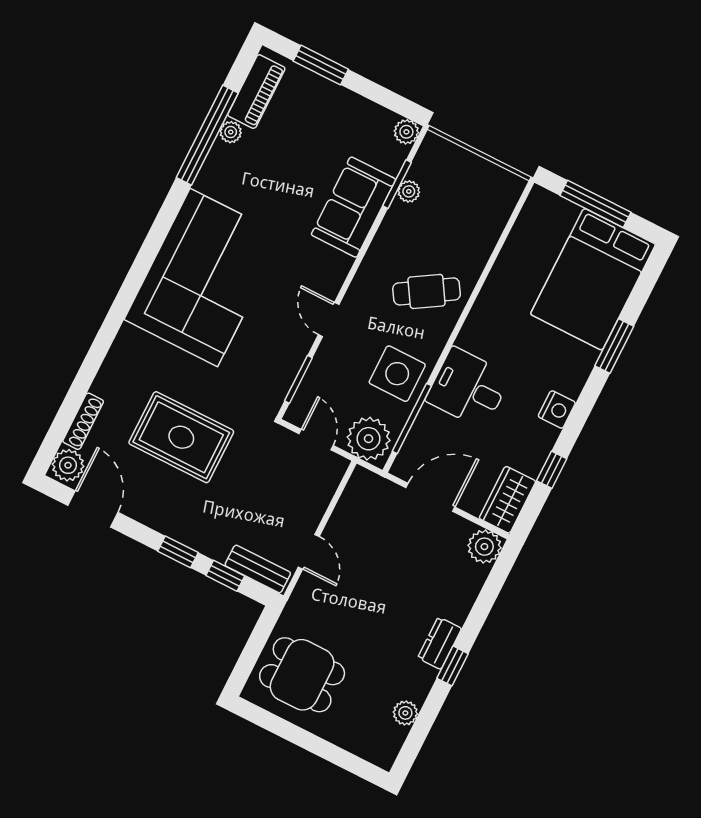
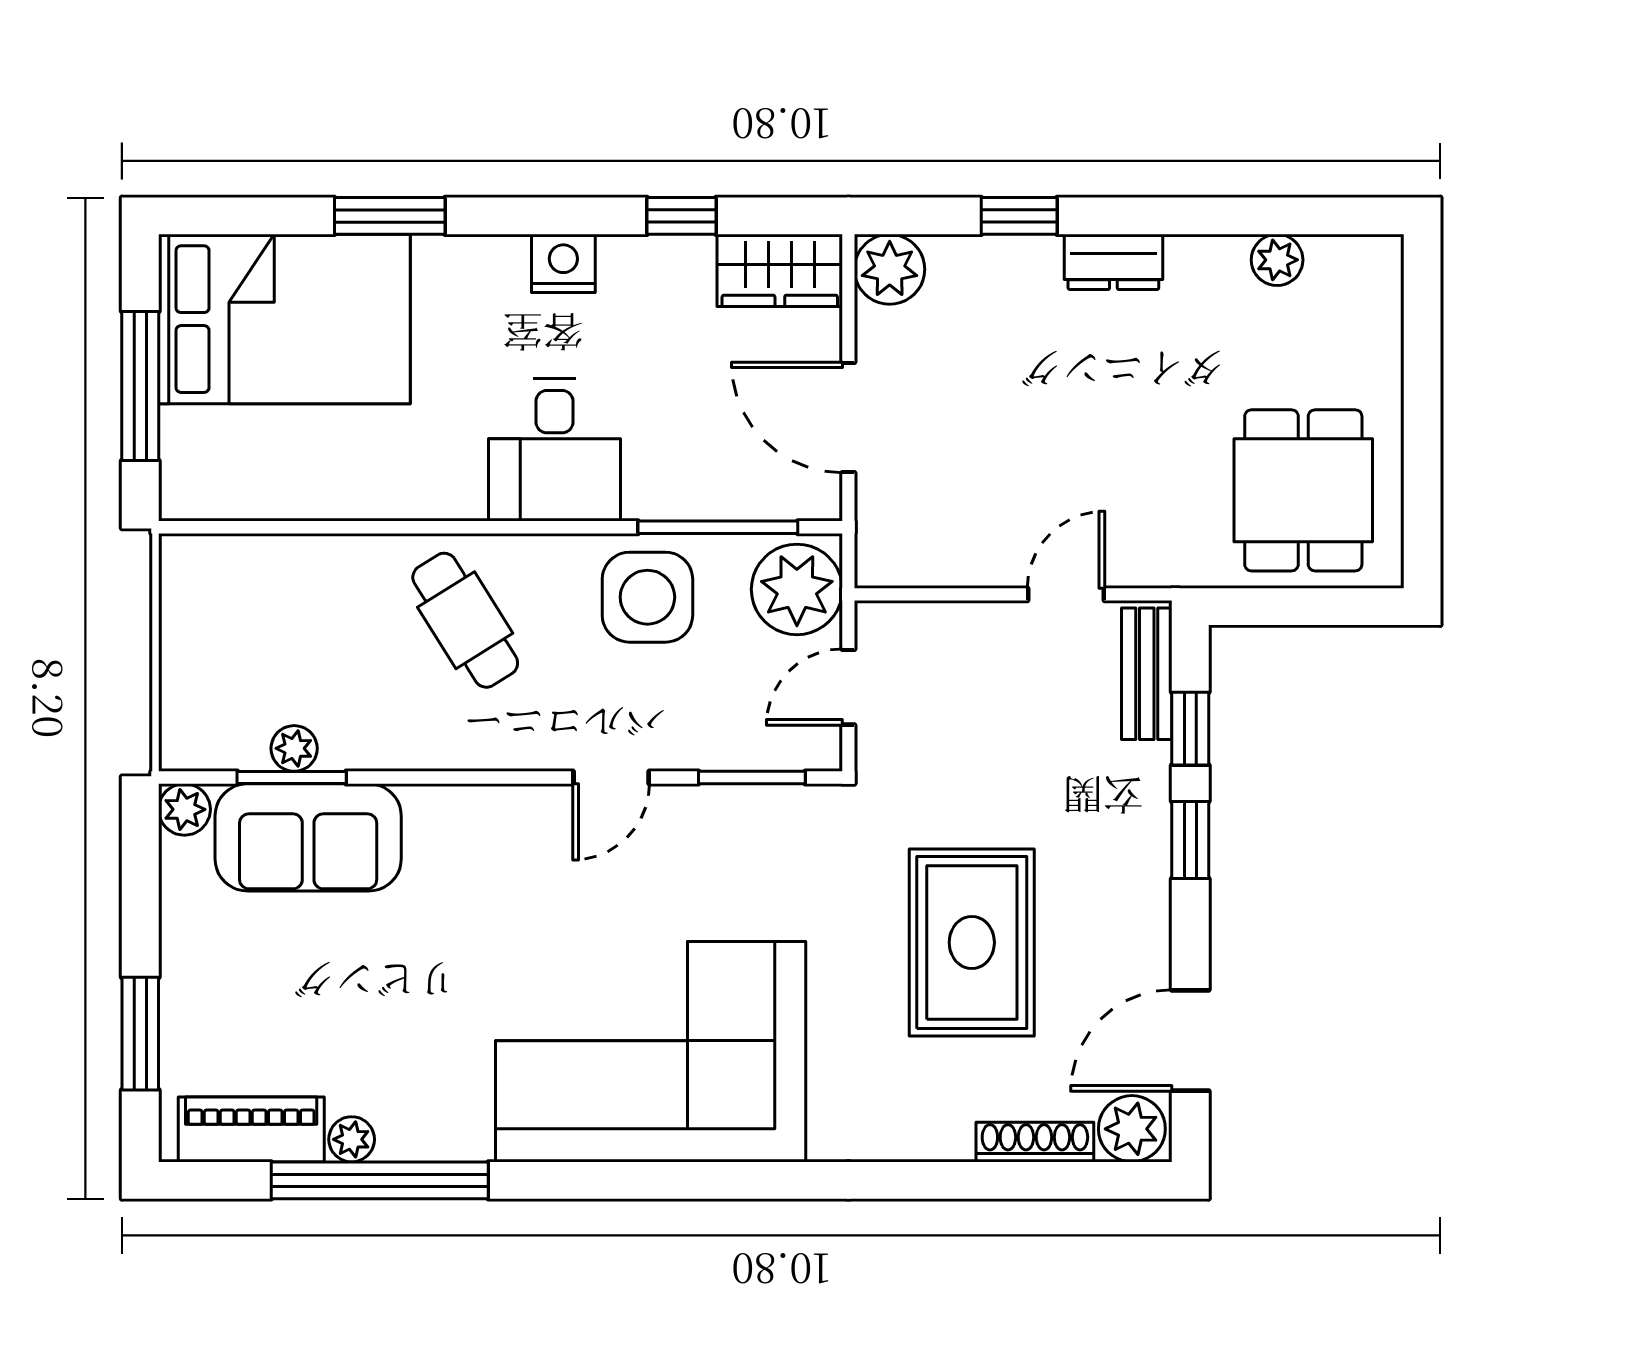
sofa: (354, 207) -> (308, 837), moved
desk: (468, 388) -> (555, 450), moved
window: (453, 666) -> (1019, 216), moved

